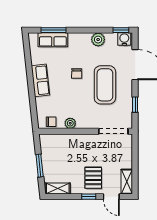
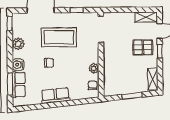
water cooler: (124, 39) -> (18, 65), moved

